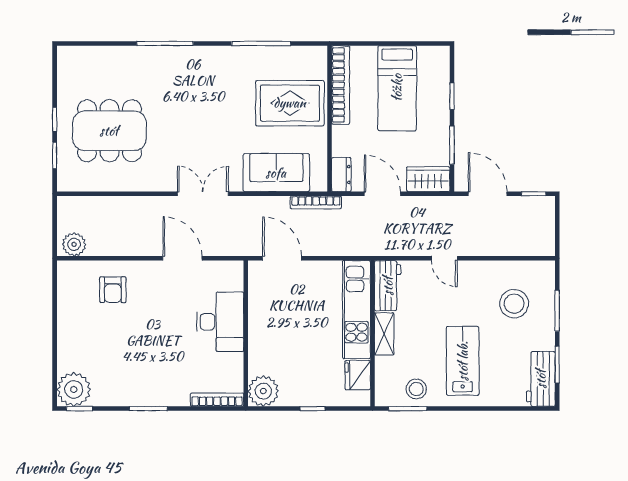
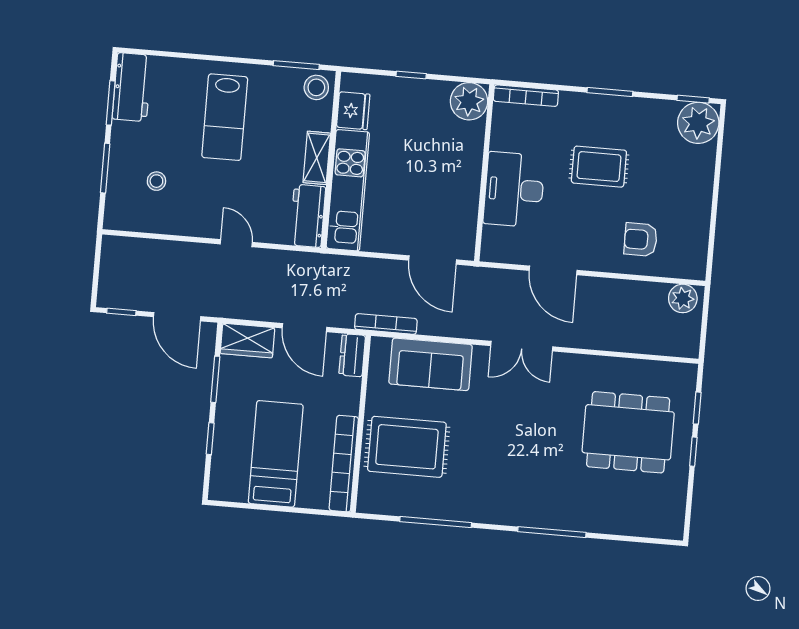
armchair: (113, 290) -> (641, 240), turned -90
stool: (514, 304) -> (156, 181), width x0.53, depth x0.53
rug: (152, 347) -> (599, 167), added
stool: (416, 389) -> (316, 87), moved

